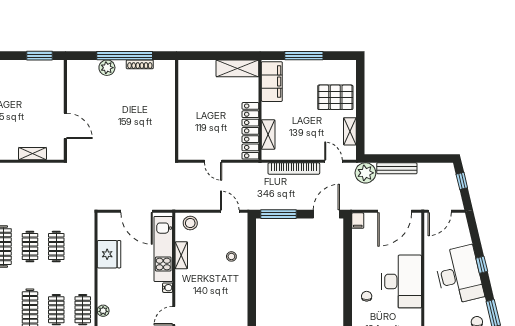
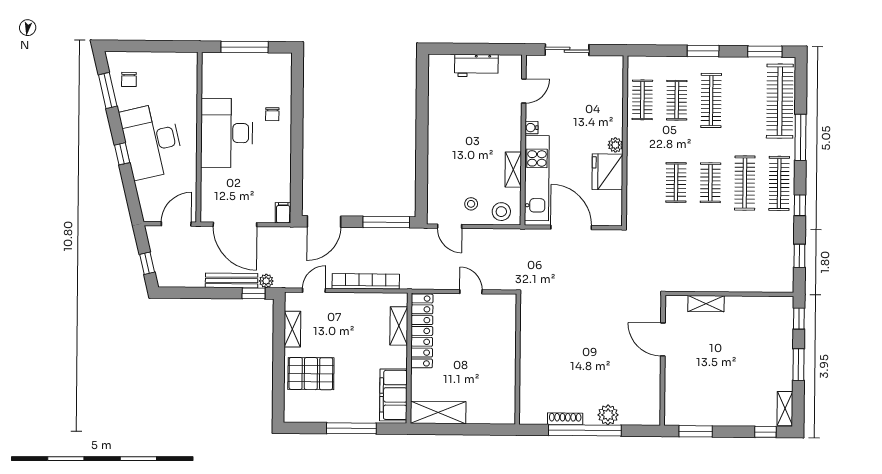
window: (380, 159) -> (254, 293), added
door: (334, 161) -> (314, 290), swing flipped
plant: (365, 173) -> (266, 281), width x0.53, depth x0.53
door: (395, 211) -> (235, 224), swing flipped
stool: (231, 256) -> (471, 204), moved
plant: (103, 311) -> (615, 145), moved

